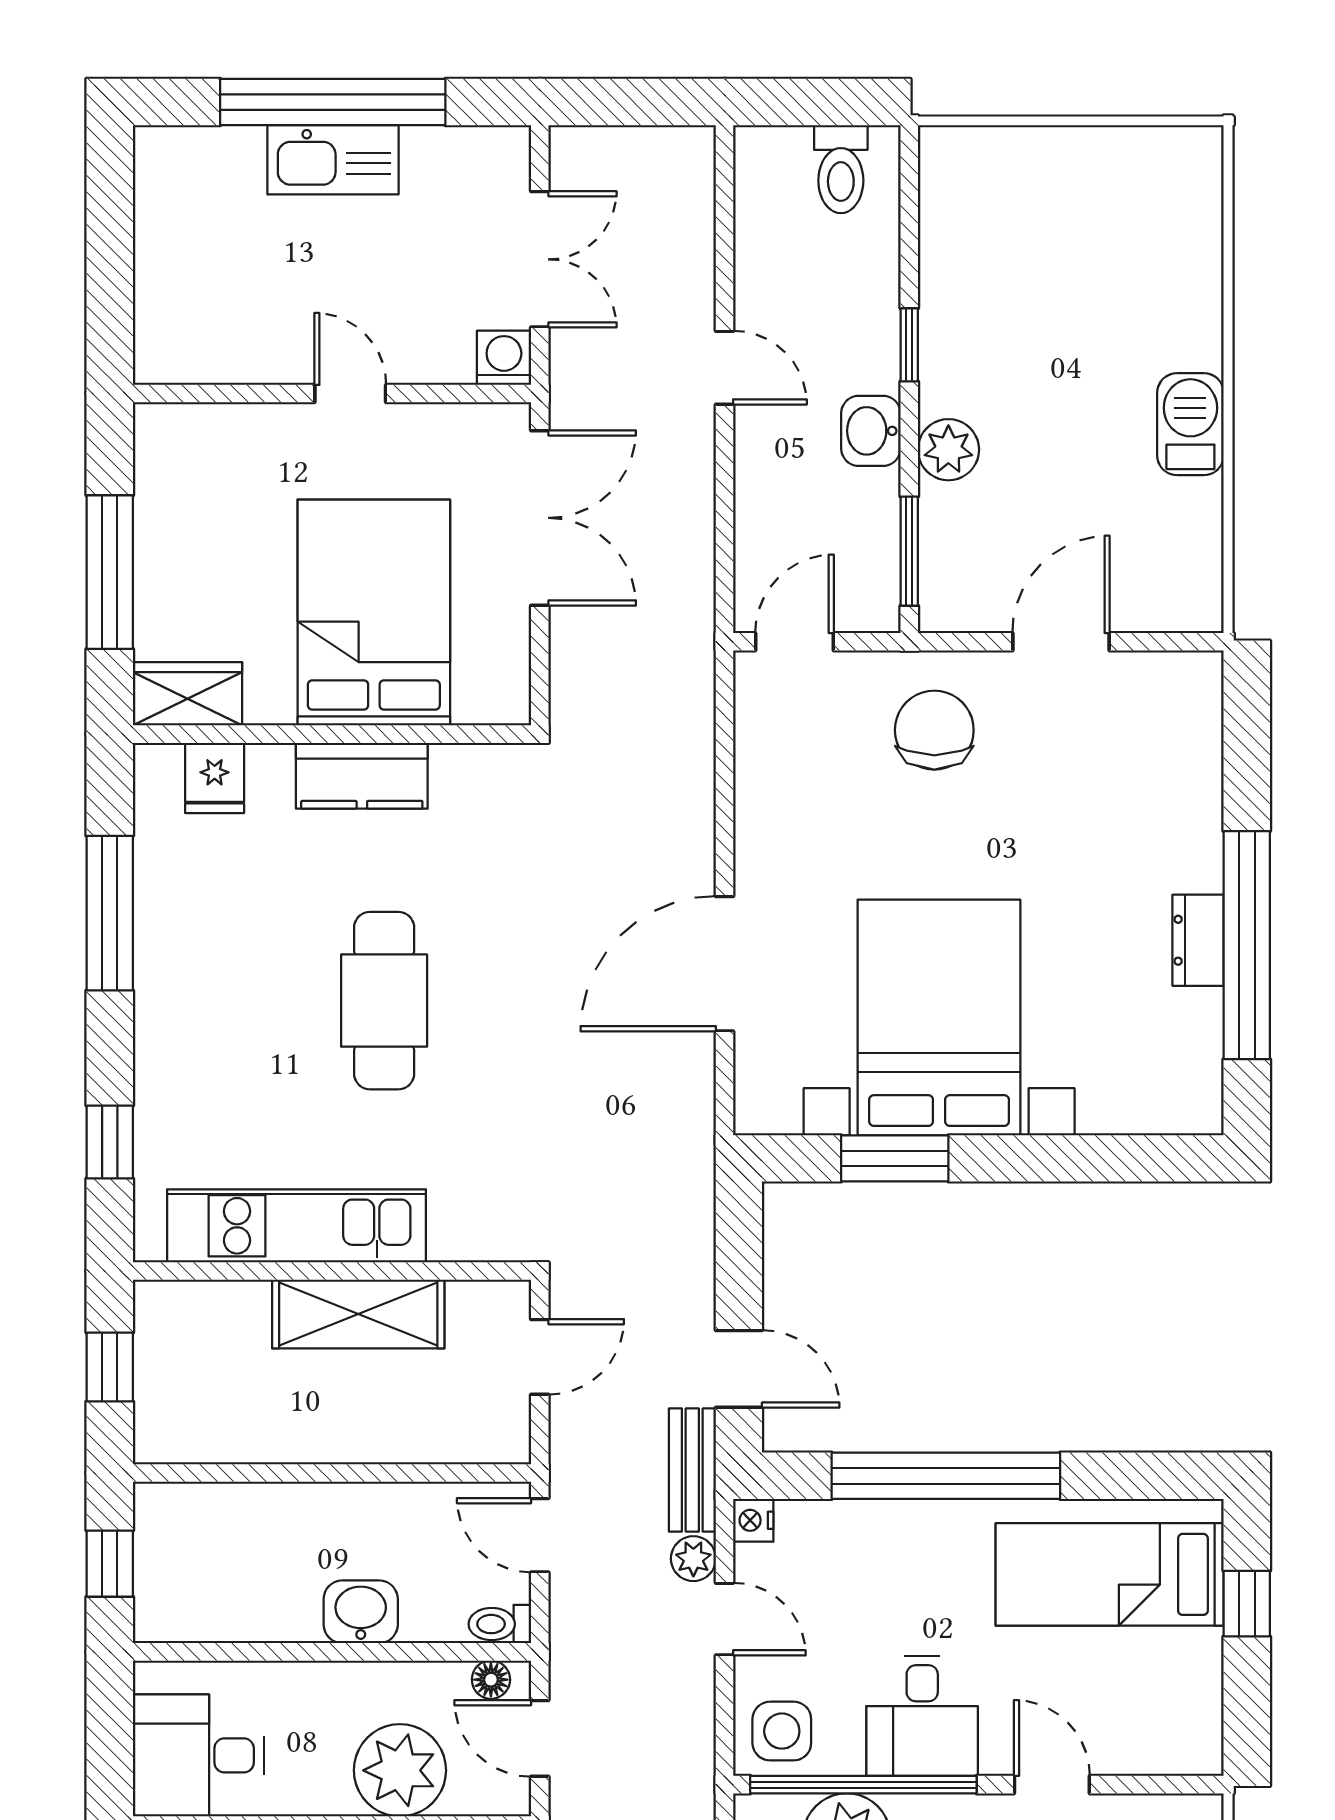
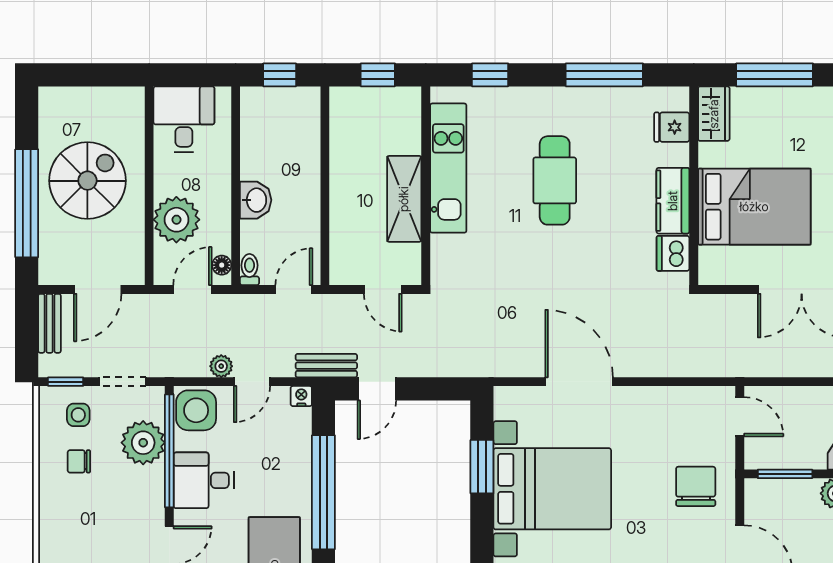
chair: (934, 730) -> (696, 486), turned -90
dishwasher: (467, 776) -> (673, 253), added
cafe table: (384, 1001) -> (555, 180), moved, turned 90
plant: (693, 1559) -> (221, 366), moved
side table: (782, 1731) -> (196, 410), width x1.37, depth x1.37

